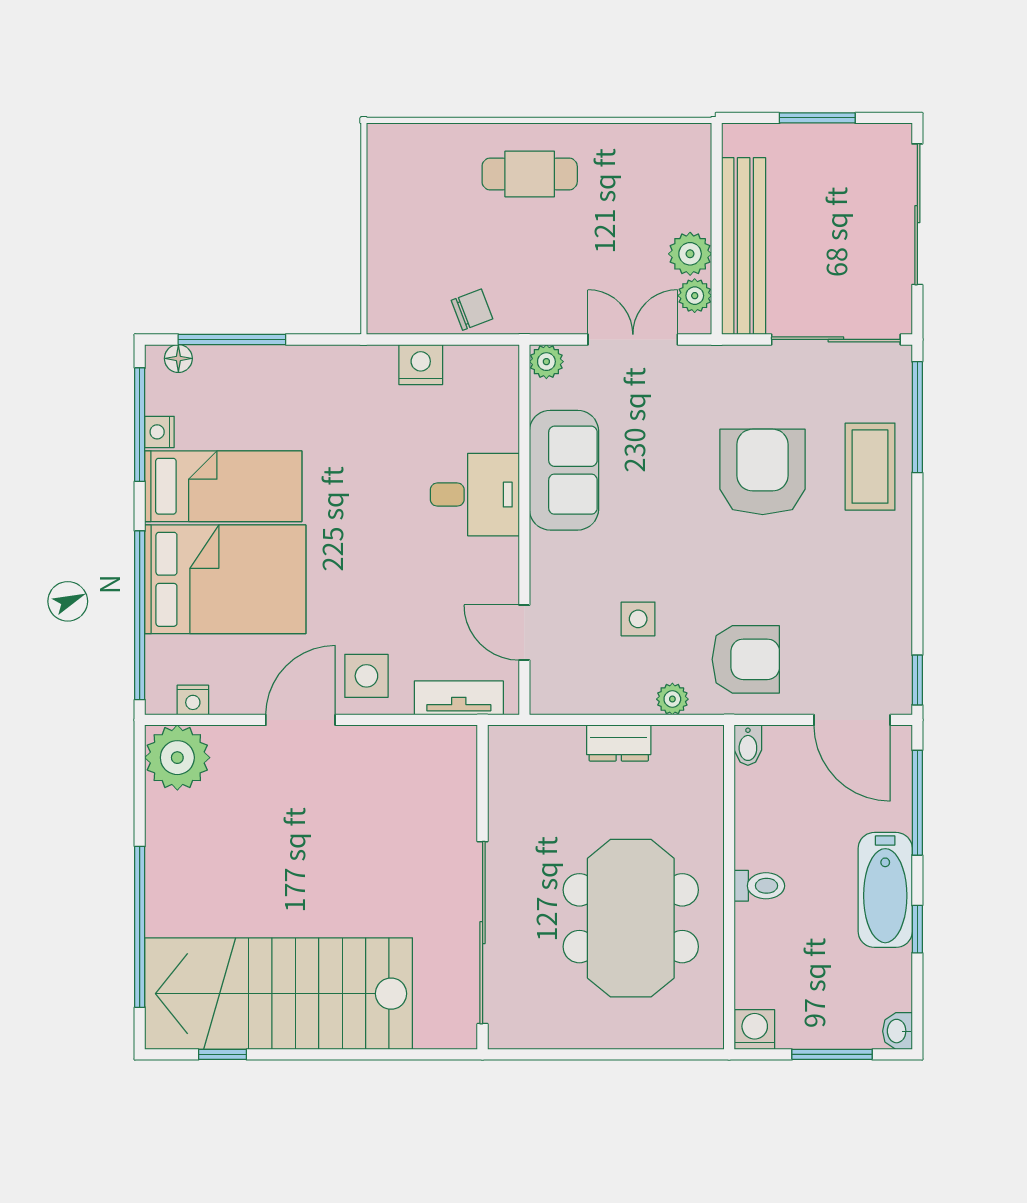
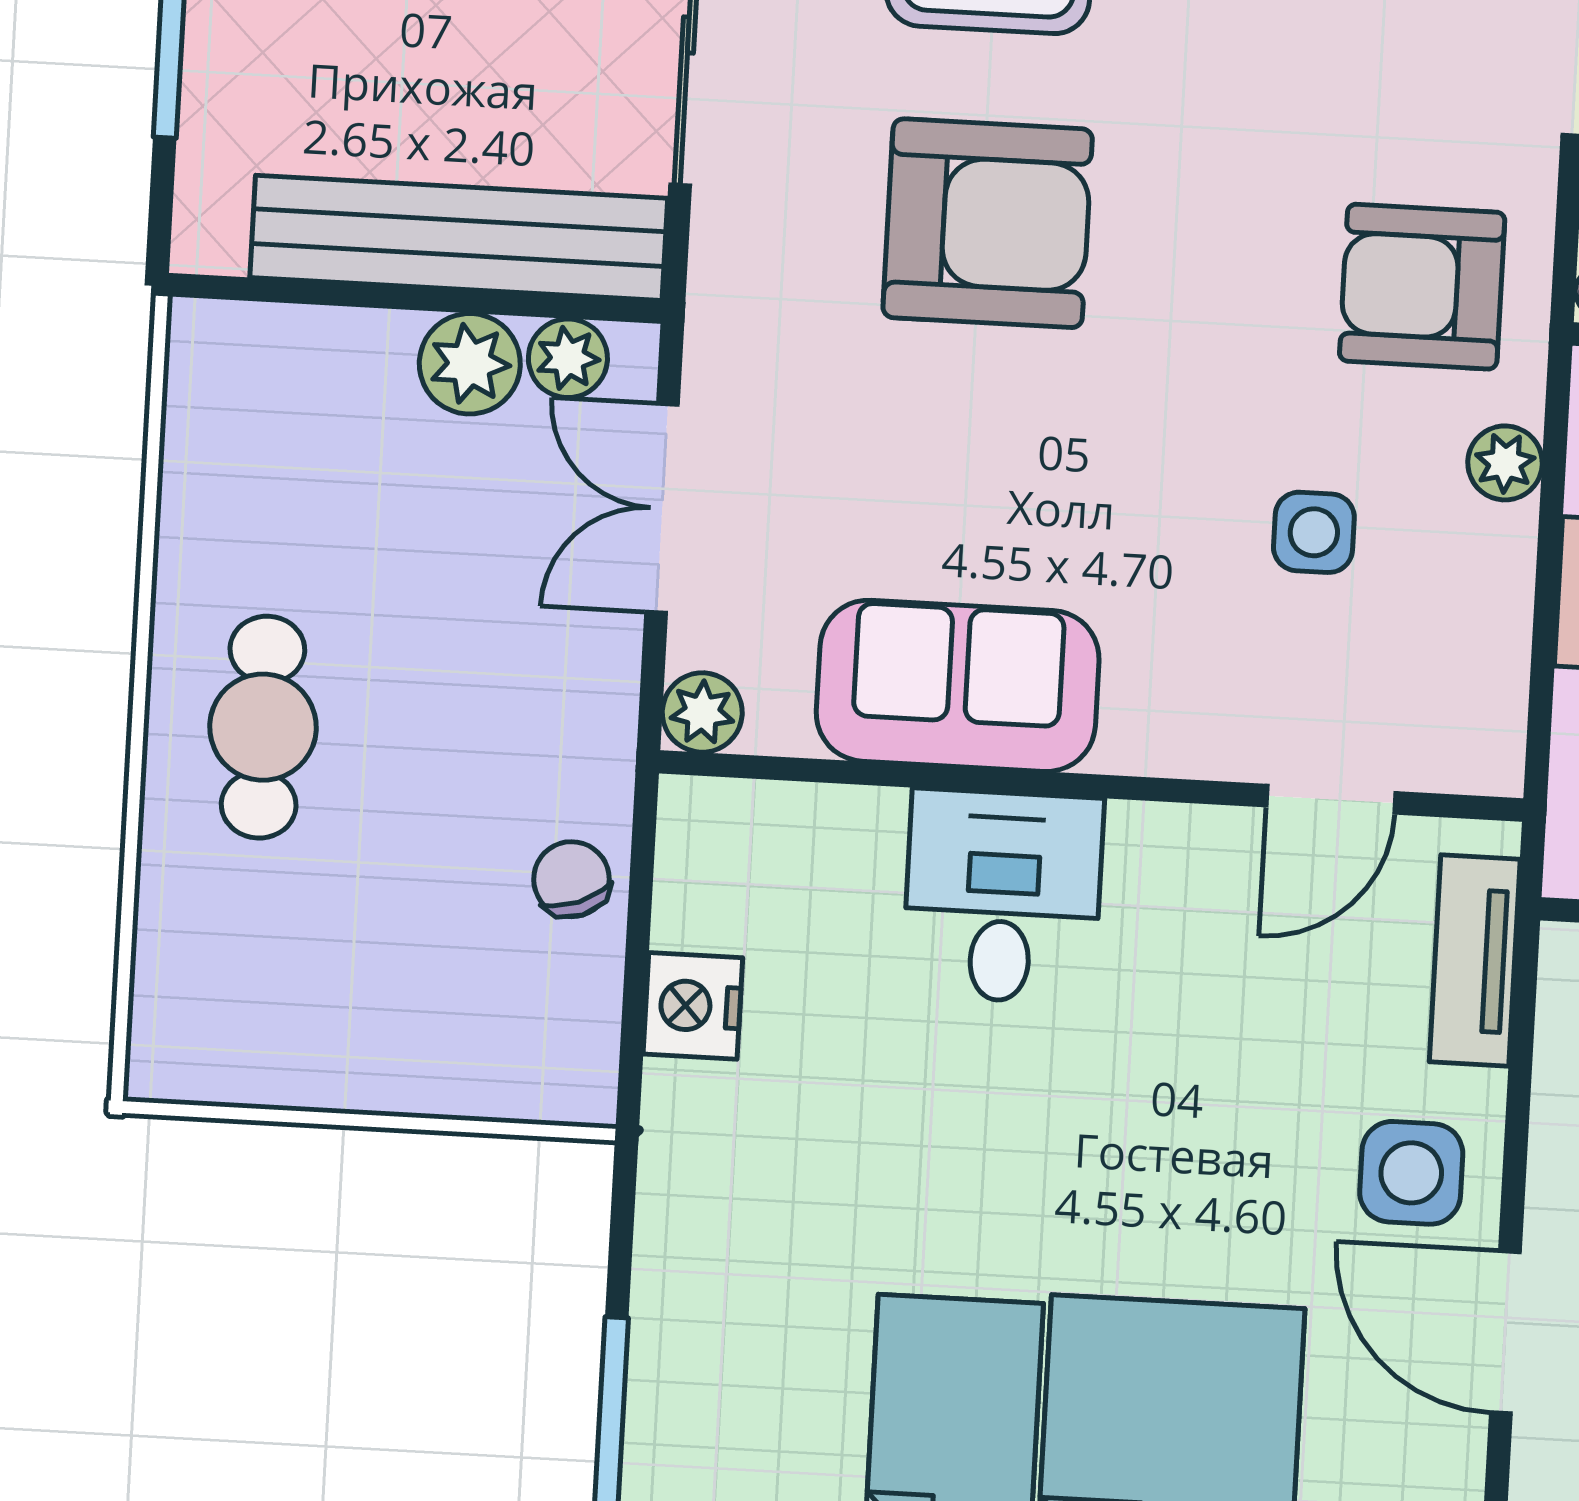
armchair: (763, 472) -> (988, 223), turned 180
armchair: (746, 659) -> (1422, 287), turned -90

